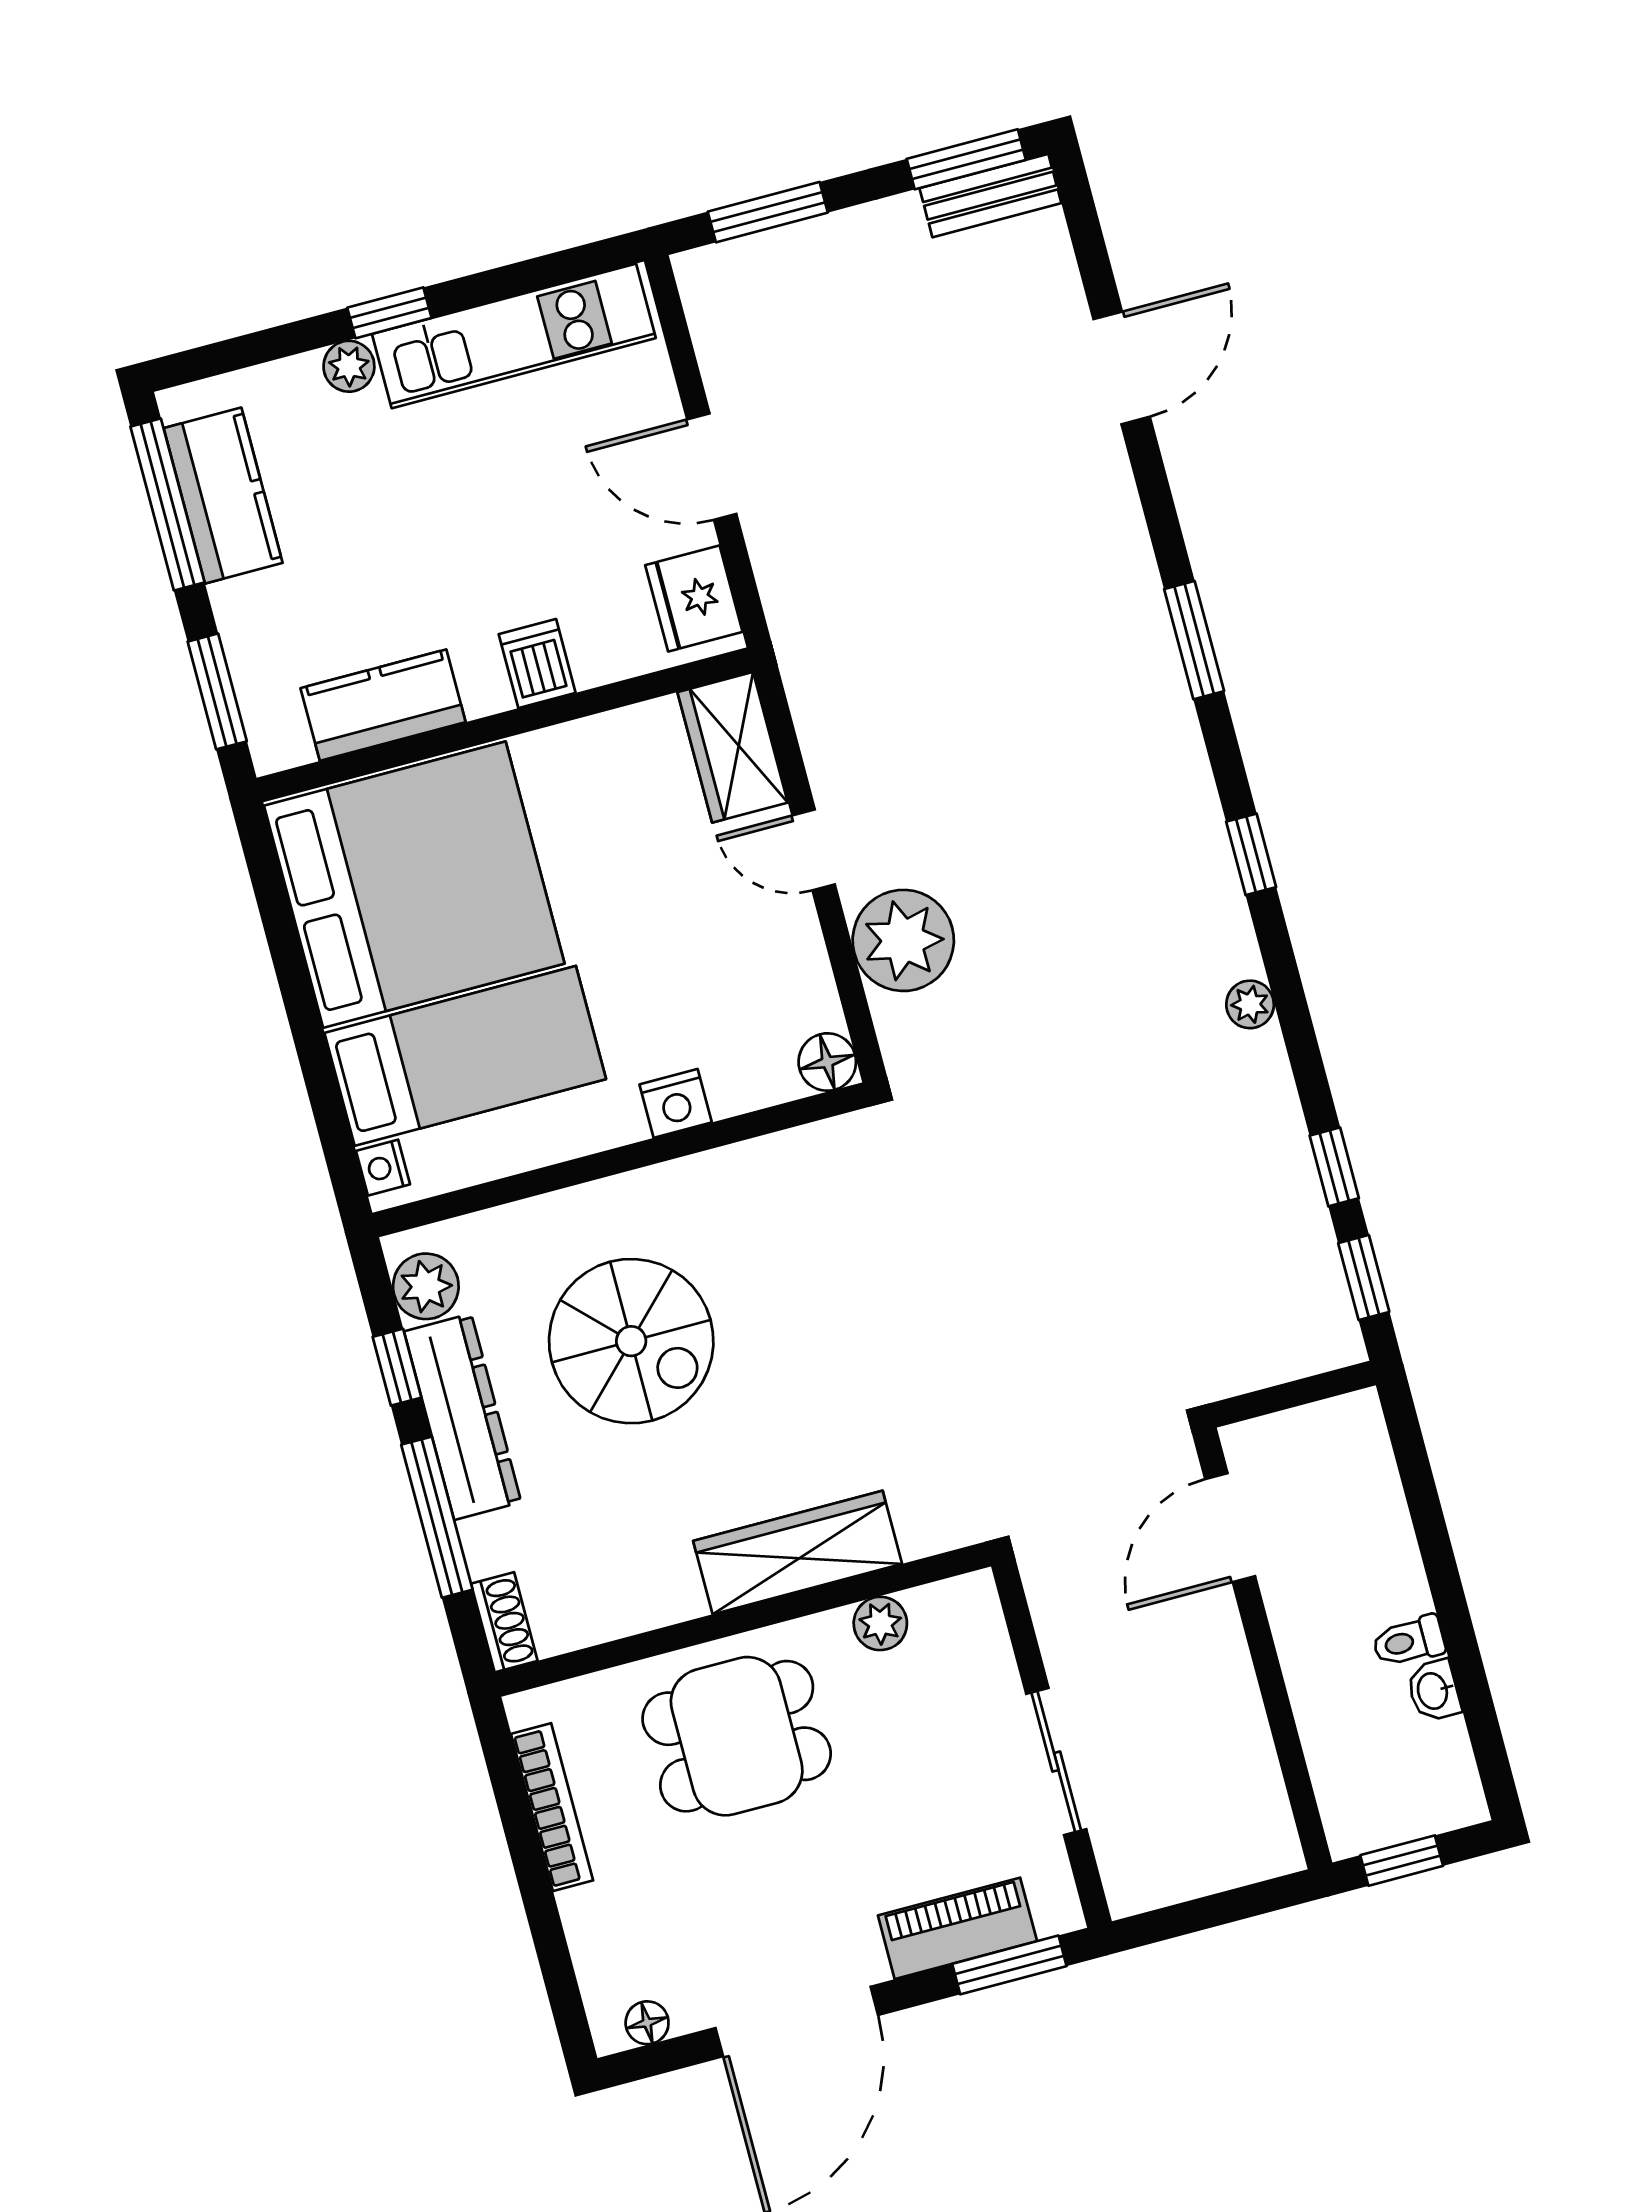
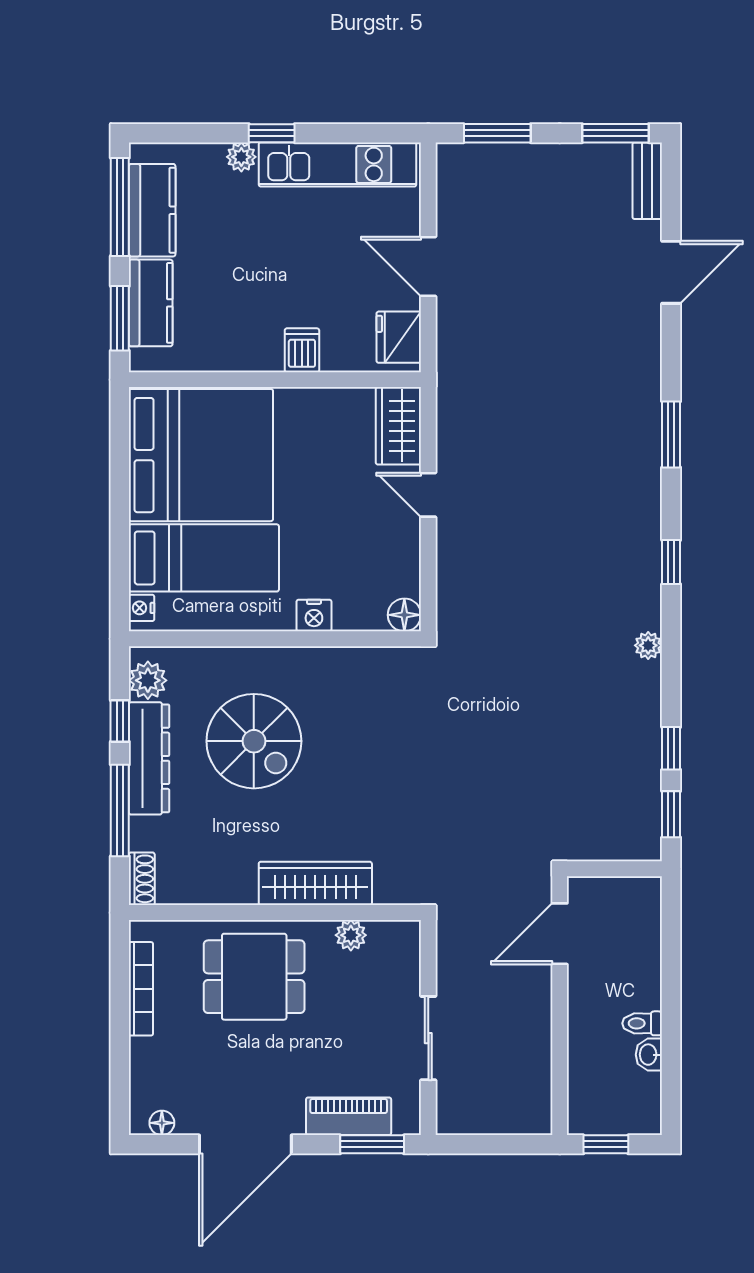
bench: (990, 196) -> (647, 181), moved, turned 90
kitchen counter: (383, 705) -> (151, 303), moved, turned 90
plant: (903, 940) -> (465, 559), removed

